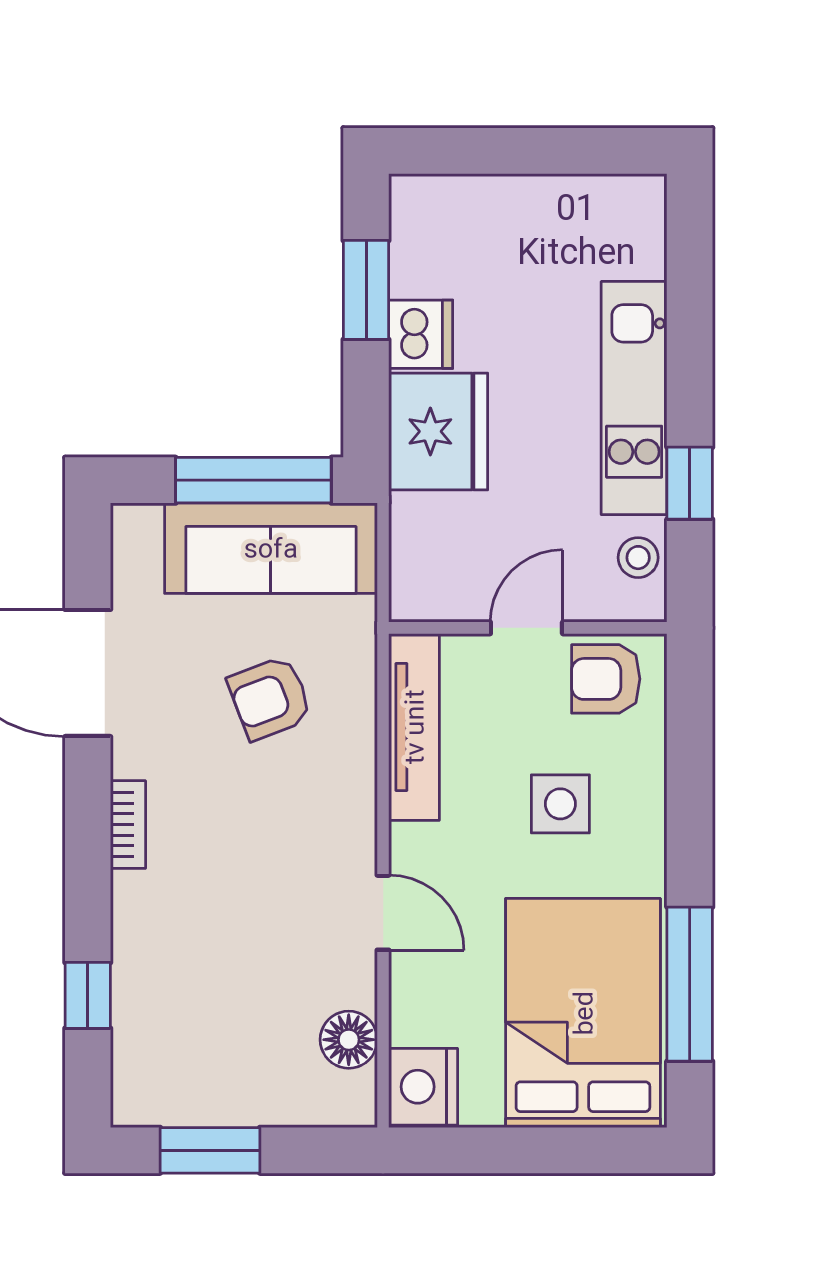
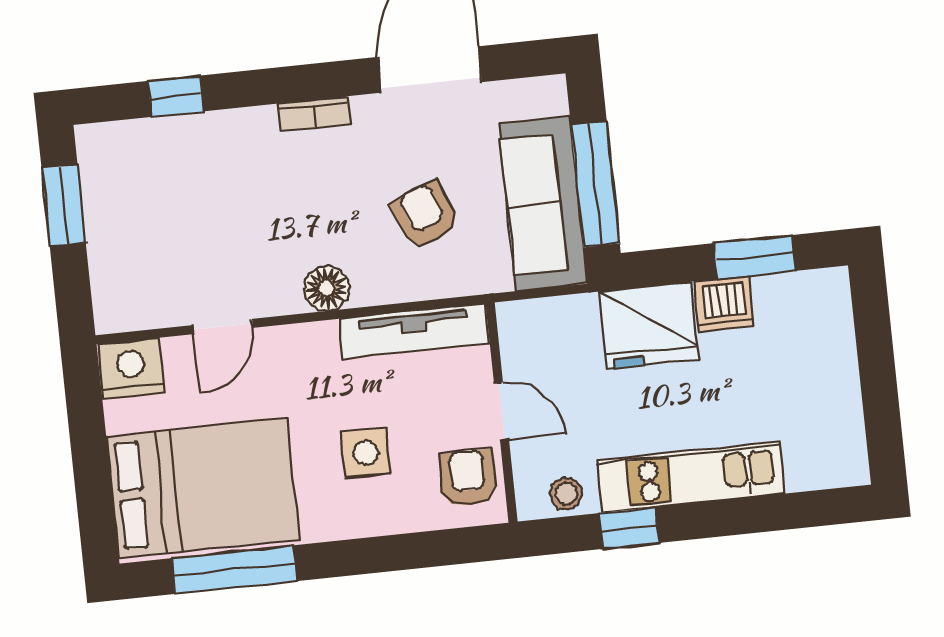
door: (383, 913) -> (223, 326), moved
floor lamp: (349, 1040) -> (327, 288), moved

